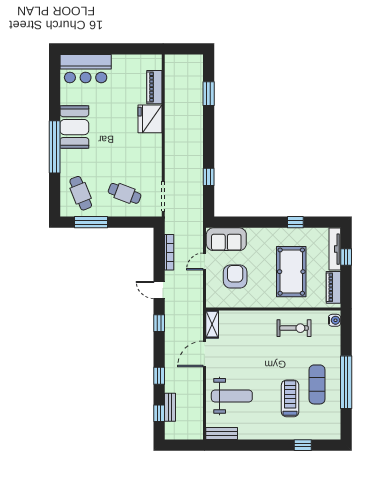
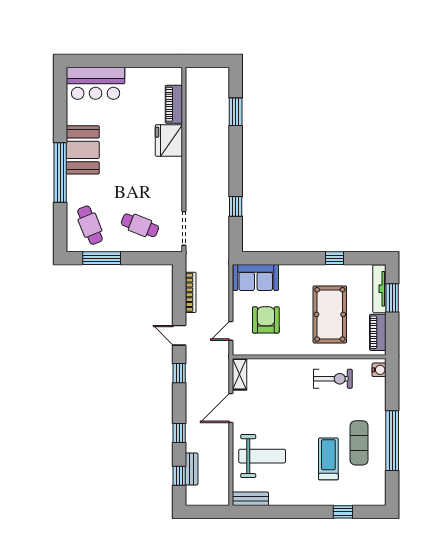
window: (346, 257) -> (392, 298), width x1.50
door: (204, 261) -> (231, 331), moved

